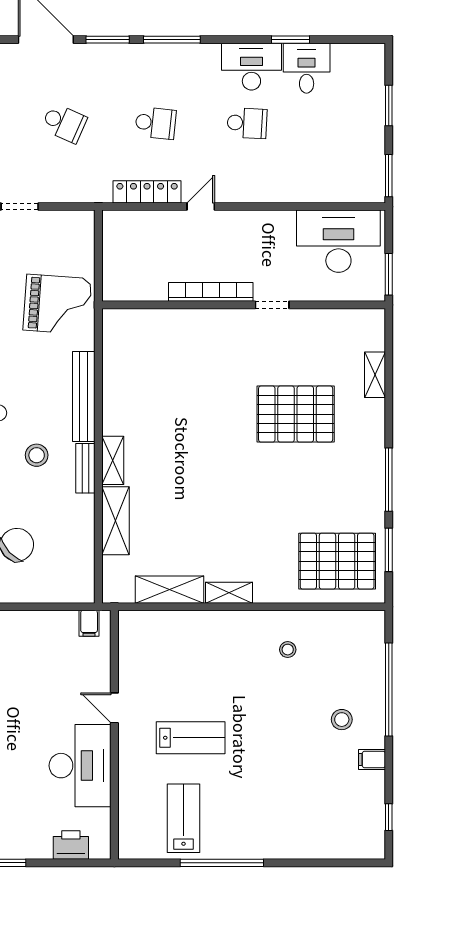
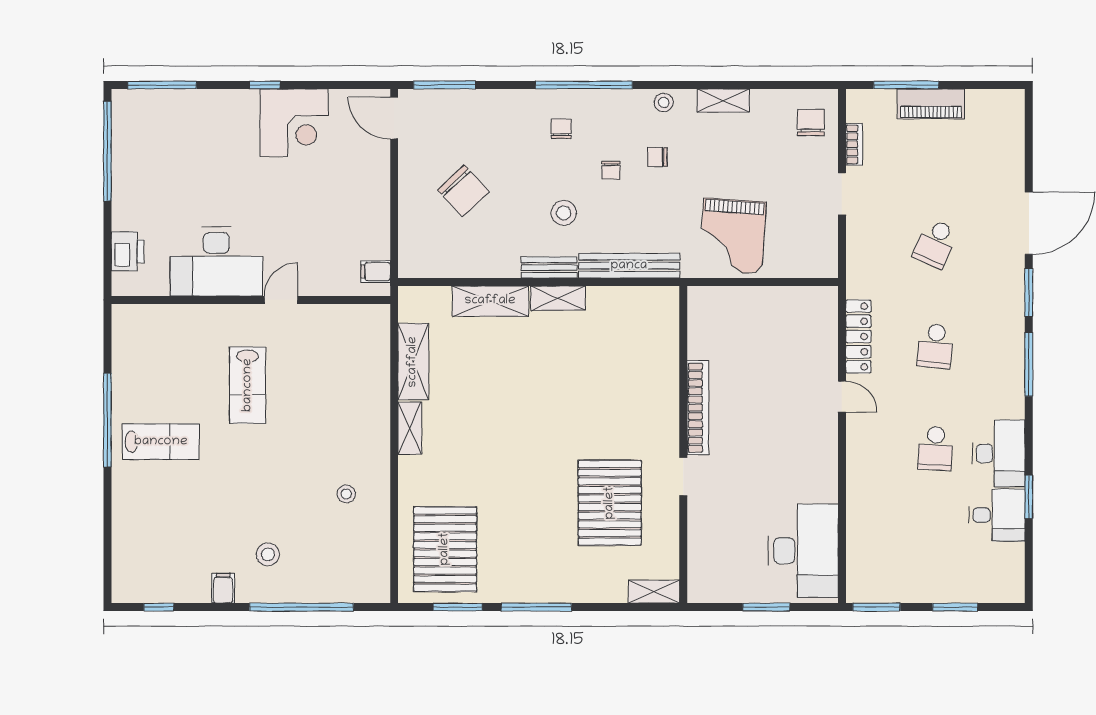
bookcase: (211, 292) -> (698, 408), moved
wall: (244, 305) -> (683, 445), moved
doorway: (272, 305) -> (683, 477), moved
lab bench: (184, 818) -> (161, 442), moved

